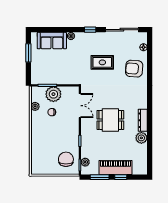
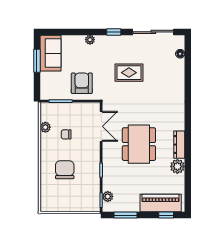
sofa: (52, 41) -> (50, 53), moved, turned -90
armchair: (134, 69) -> (82, 83), moved, turned 86
plant: (53, 94) -> (68, 112), removed
dining table: (110, 120) -> (139, 144), width x1.38
chair: (66, 159) -> (65, 170), moved
piano: (115, 167) -> (161, 203), moved
window: (121, 177) -> (166, 215), moved

